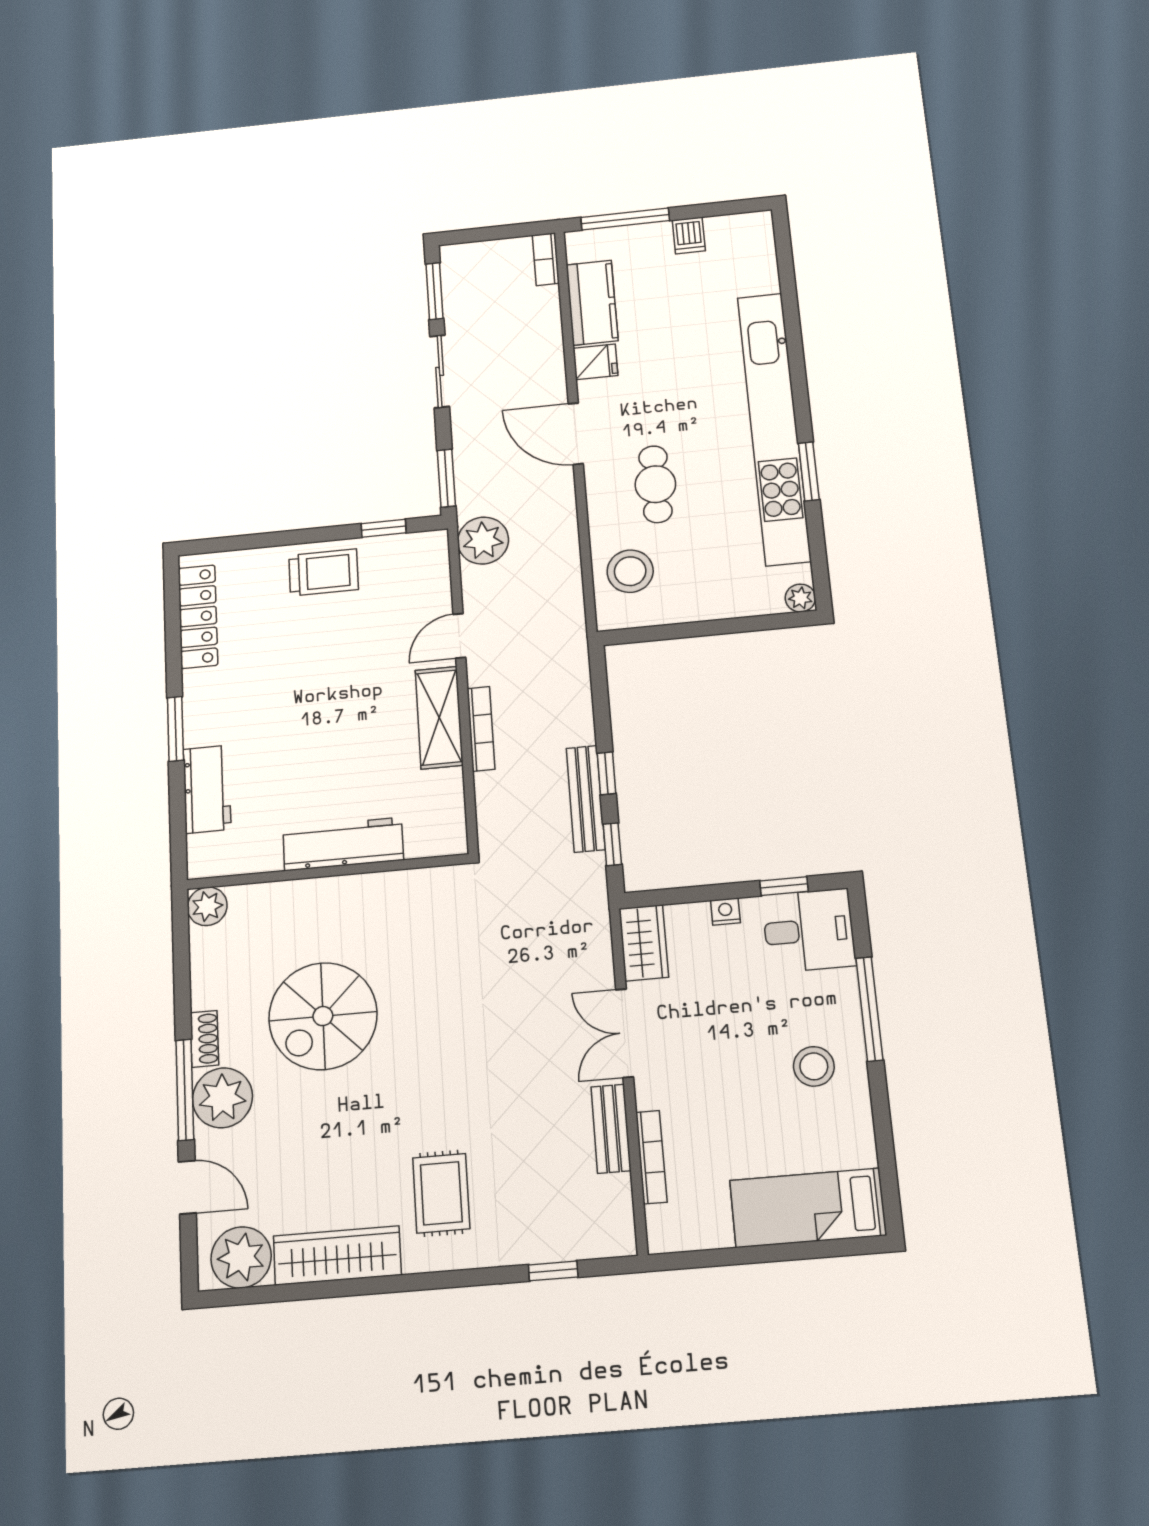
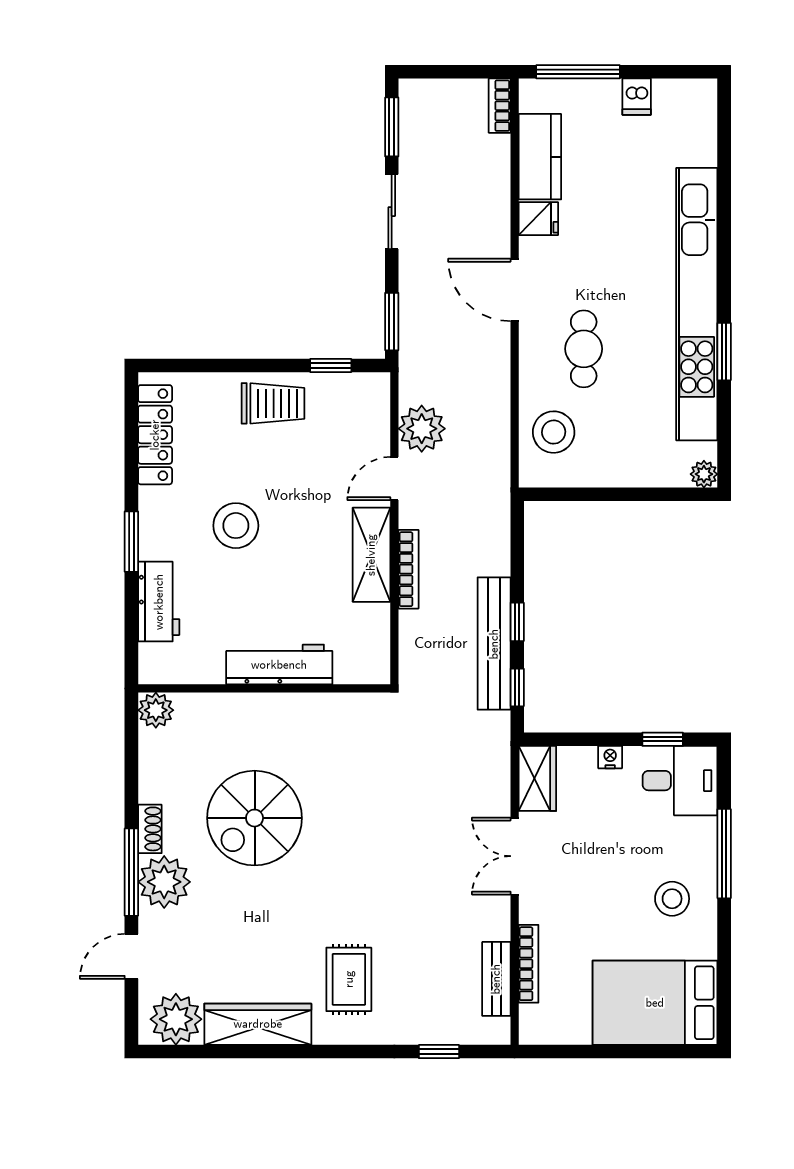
plant: (483, 541) -> (422, 429), moved
stool: (289, 701) -> (236, 526), added
bench: (586, 799) -> (494, 644), width x1.37, depth x1.21
bench: (611, 1129) -> (496, 979), moved
door: (187, 1187) -> (131, 956), swing flipped
bed: (808, 1208) -> (655, 1003), width x1.50

